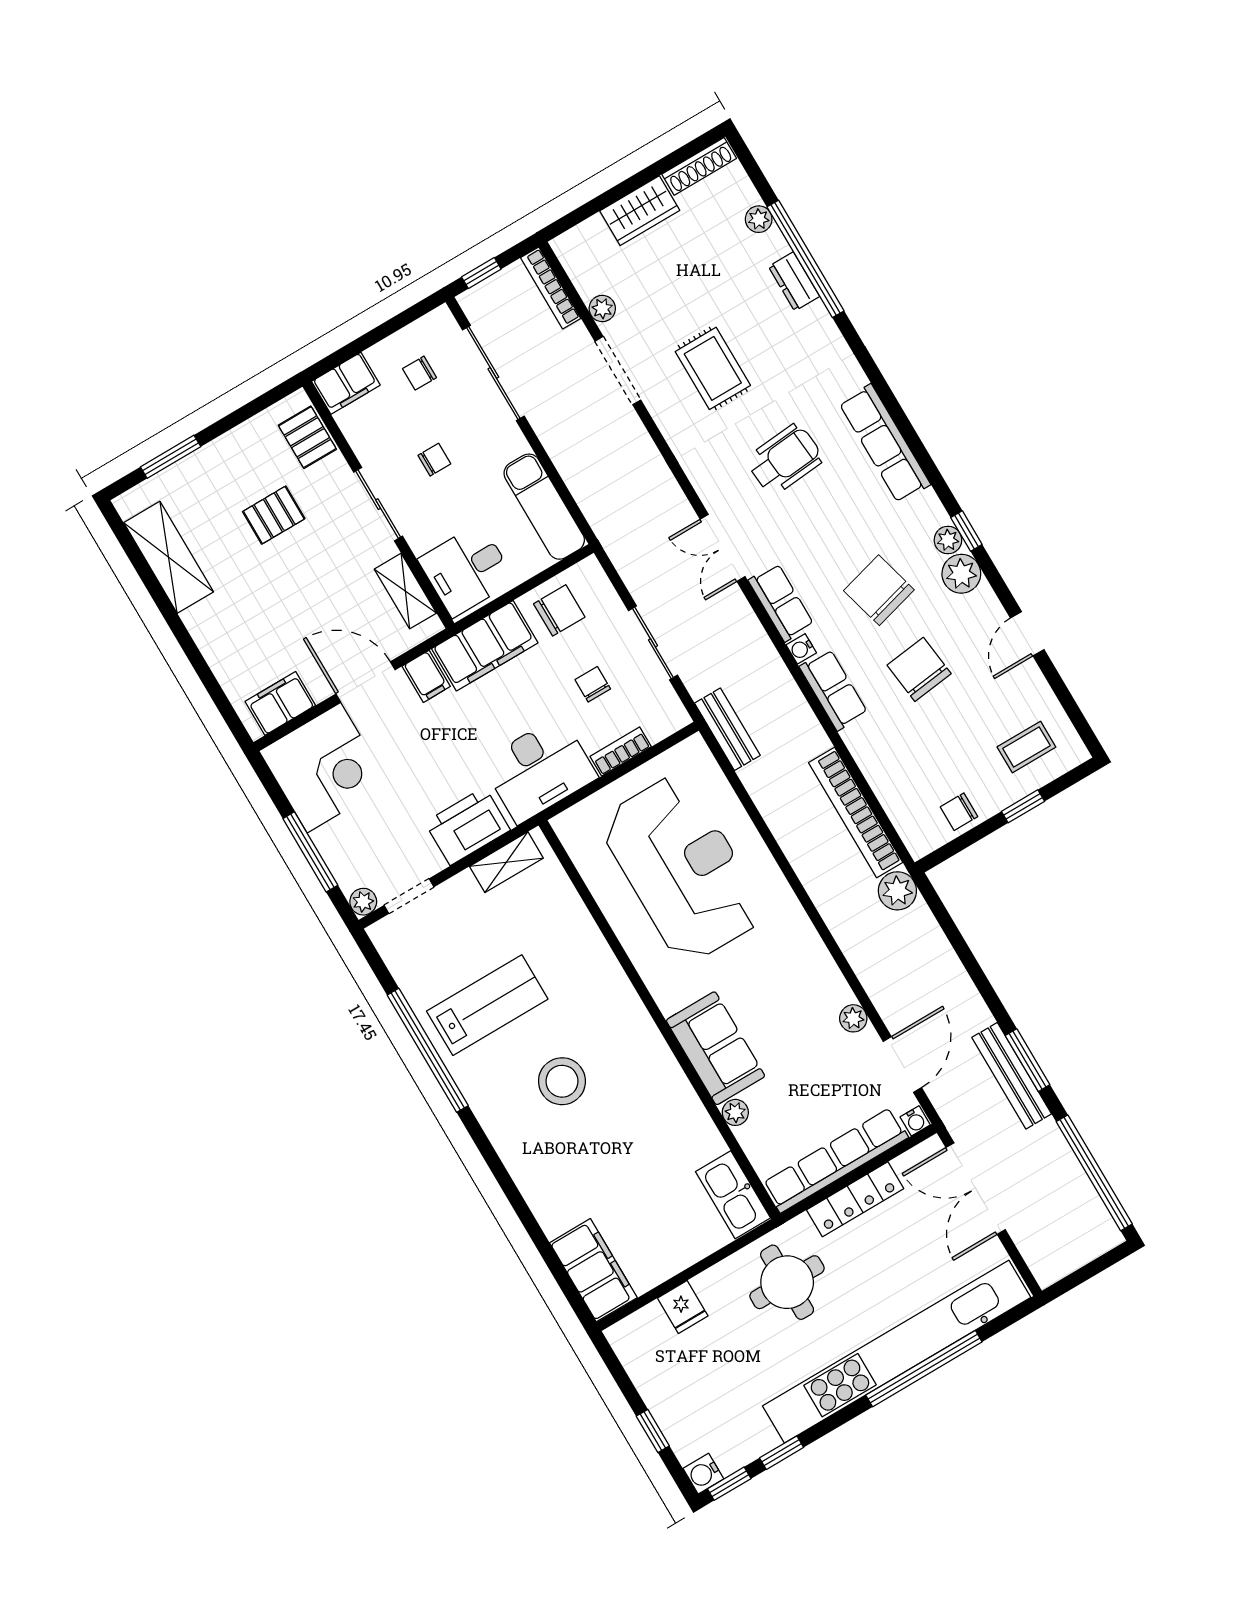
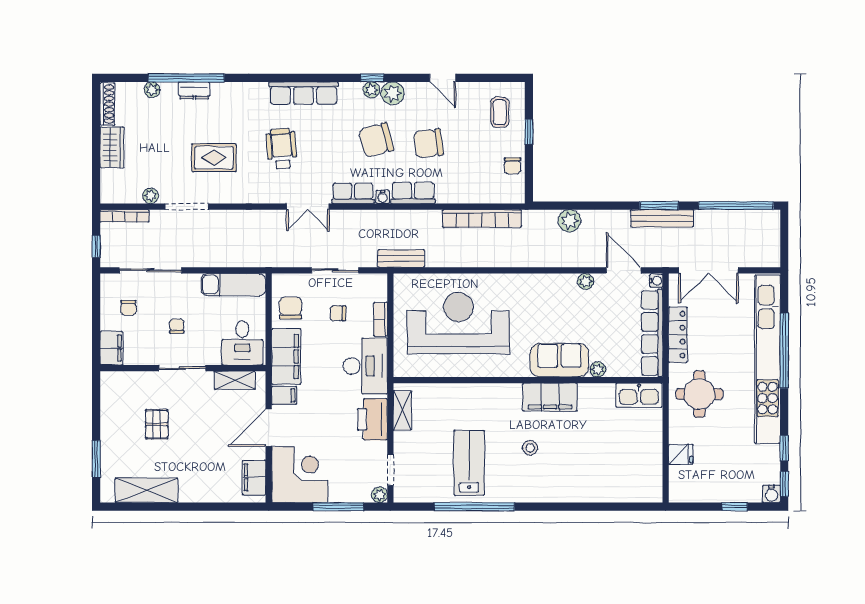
pallet: (307, 437) -> (127, 384), removed
plant: (897, 891) -> (569, 221), moved
stool: (562, 1081) -> (530, 448), width x0.53, depth x0.53
filing cabinet: (593, 1270) -> (550, 397), moved, turned 180

